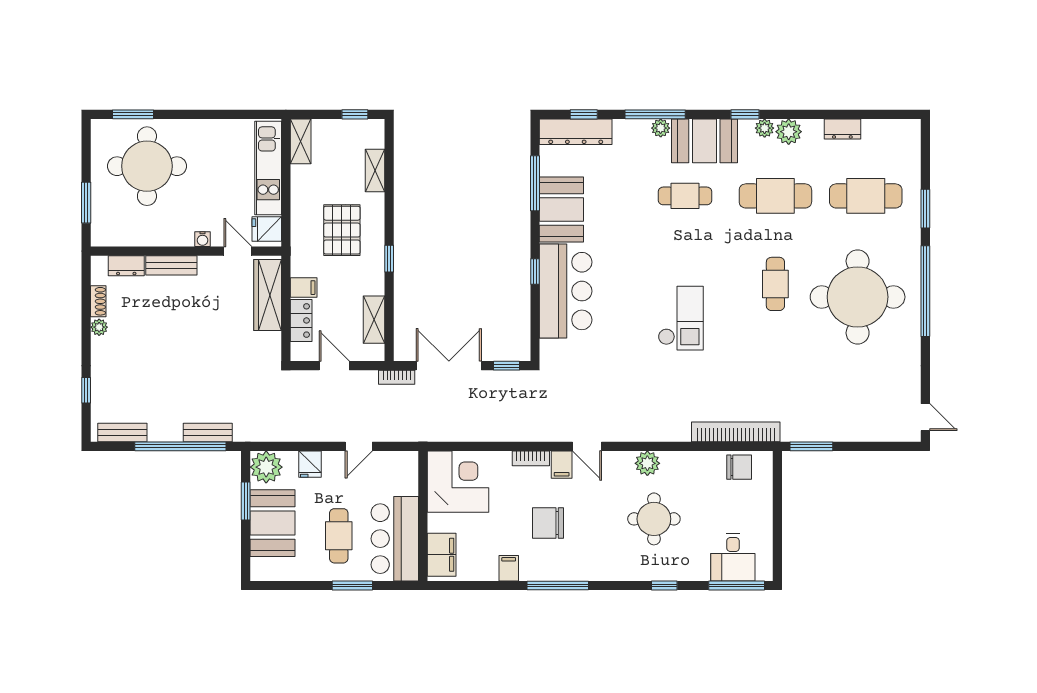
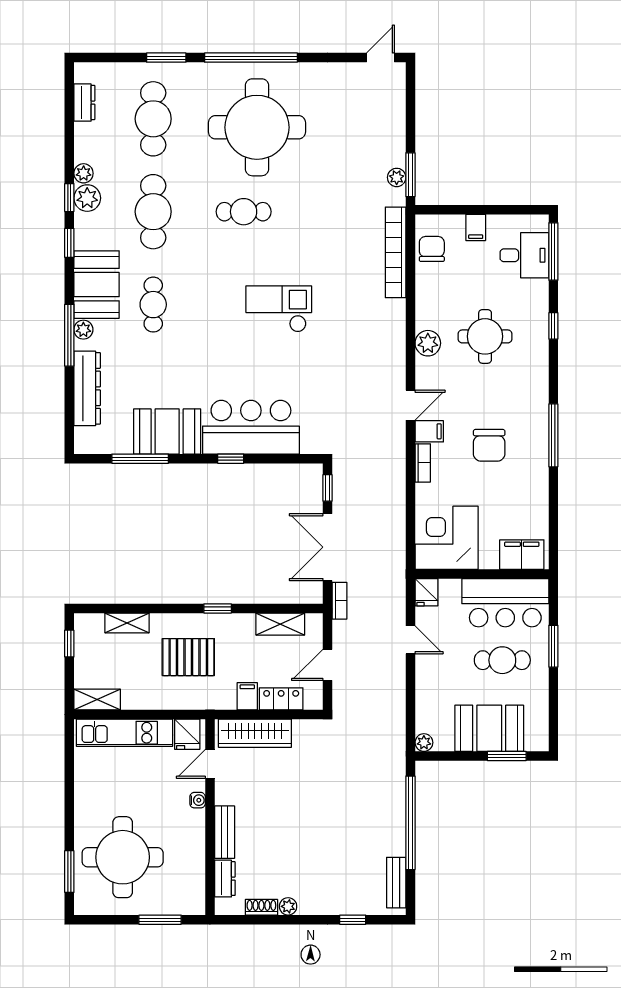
window: (584, 114) -> (69, 198), moved
plant: (765, 128) -> (84, 173), moved
dresser: (842, 129) -> (84, 103), moved
dresser: (576, 132) -> (87, 388), moved
bench: (208, 433) -> (396, 795), removed
plant: (809, 433) -> (397, 177), added
fridge: (310, 464) -> (427, 592), moved, turned 90
plant: (266, 467) -> (424, 743), width x0.53, depth x0.53
window: (246, 501) -> (507, 756), moved
filing cabinet: (509, 568) -> (476, 227), moved, turned -90

